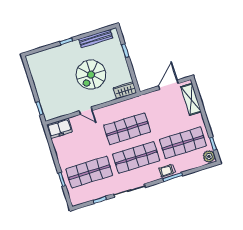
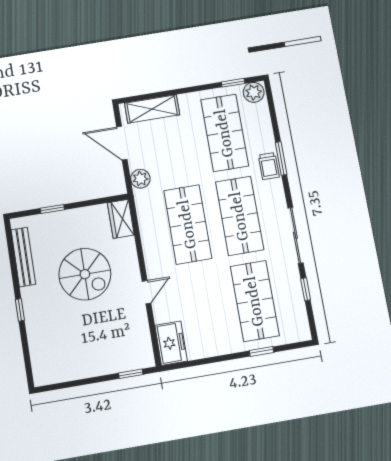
plant: (150, 98) -> (140, 179), added

